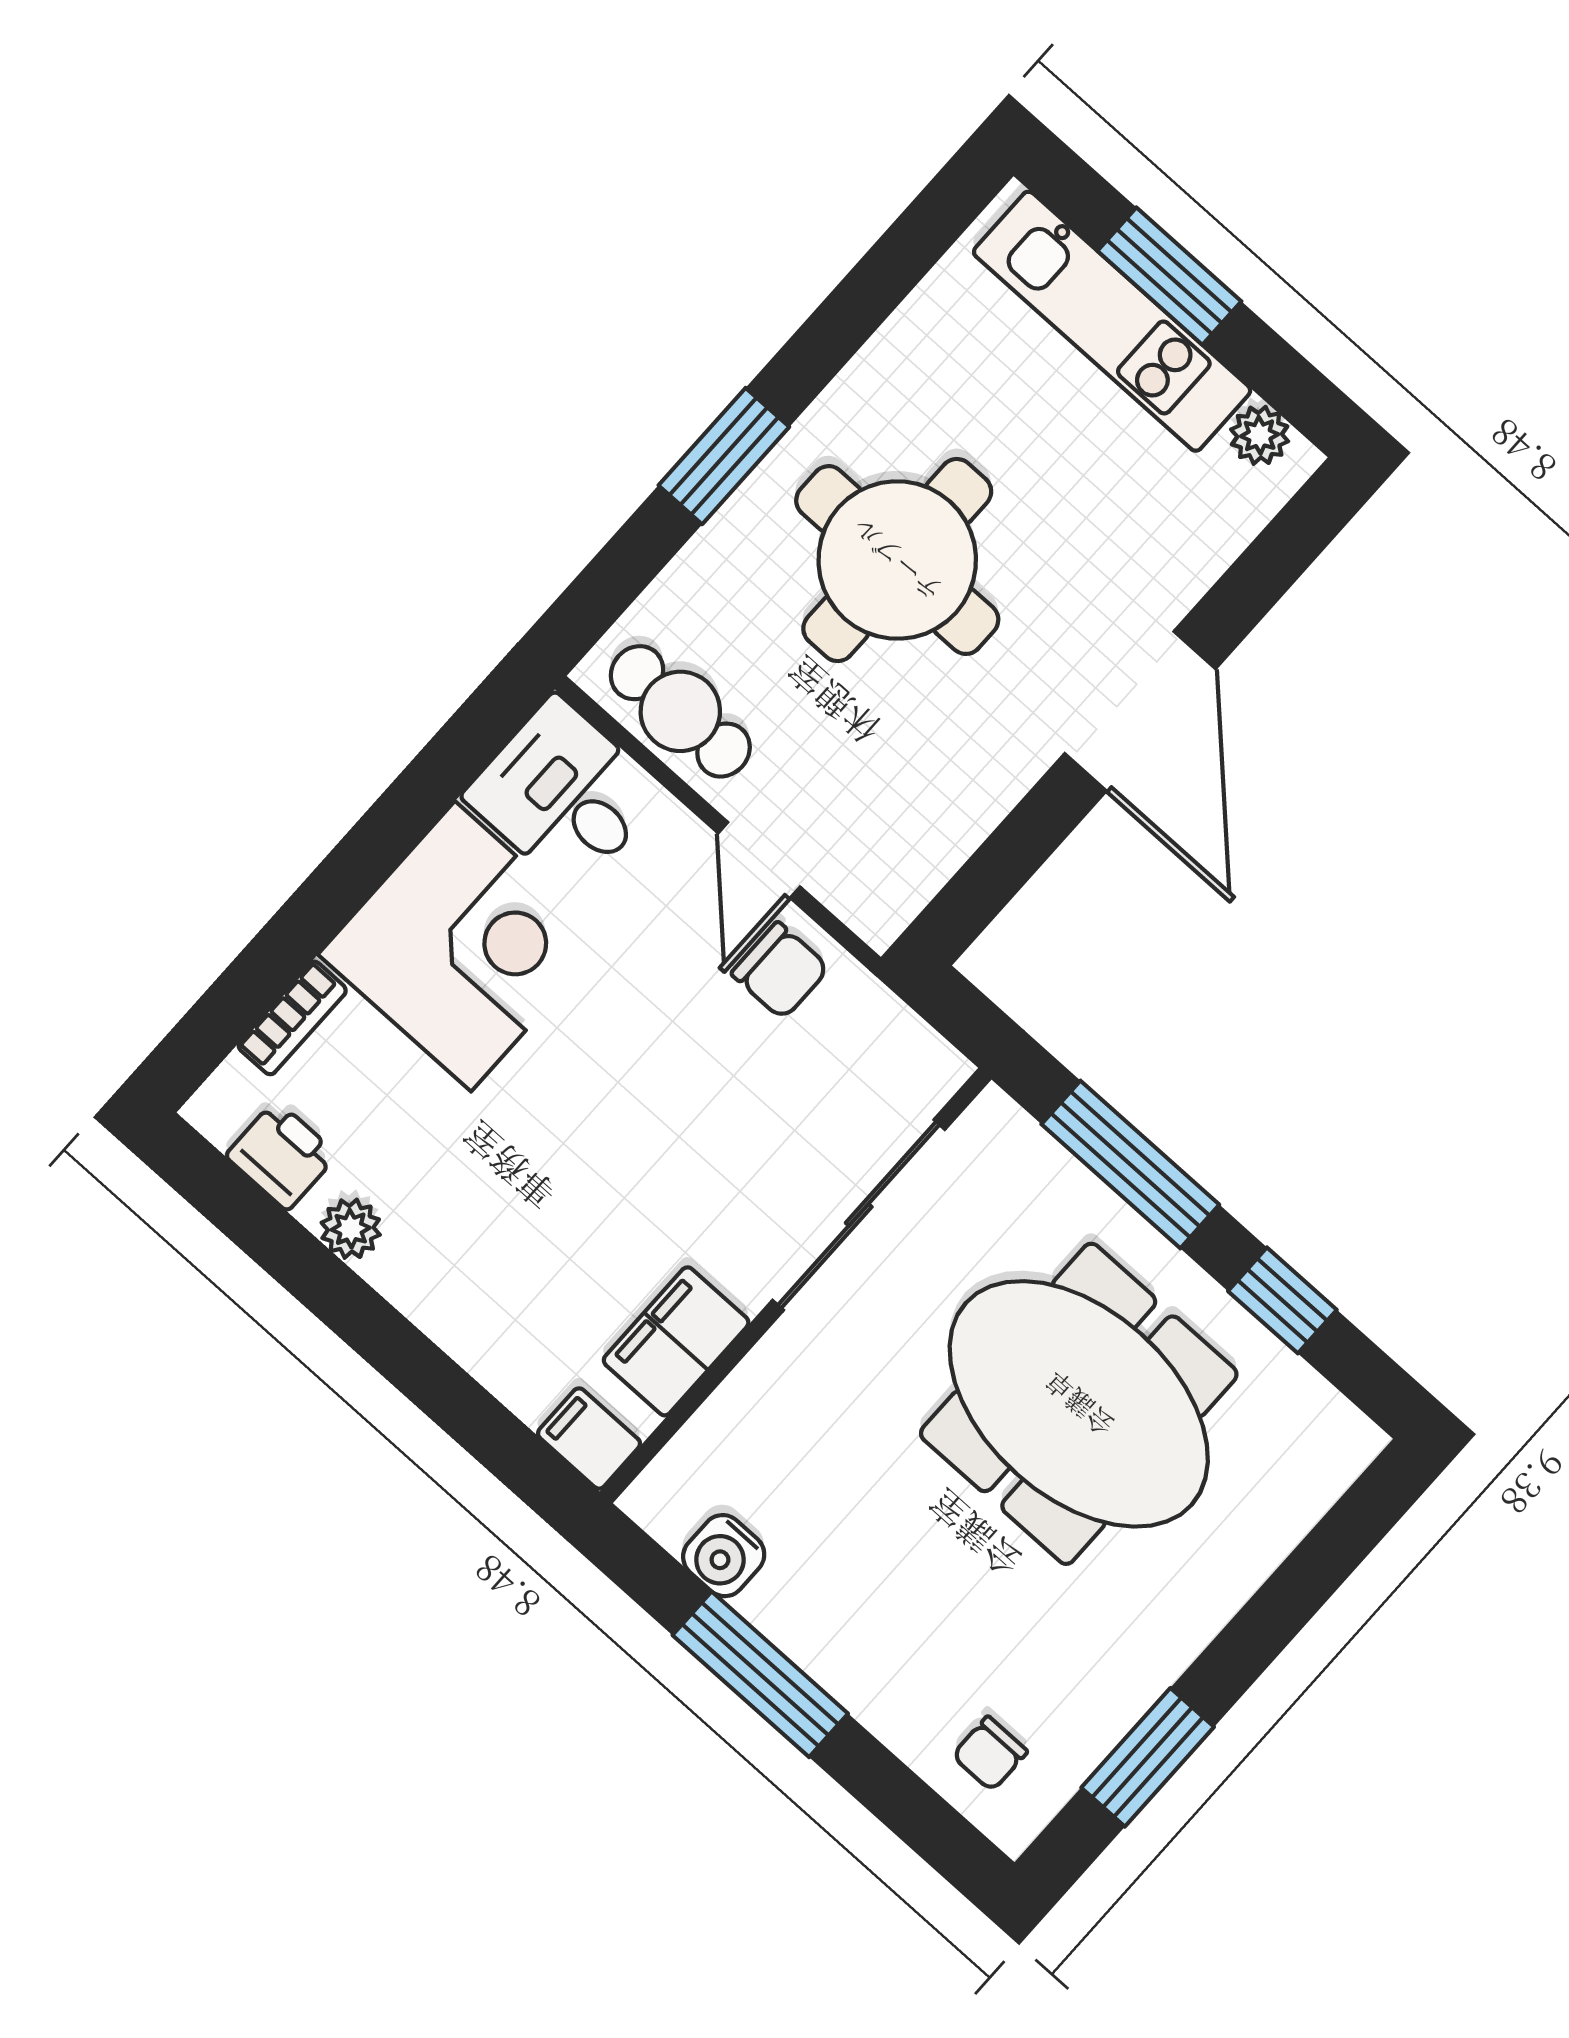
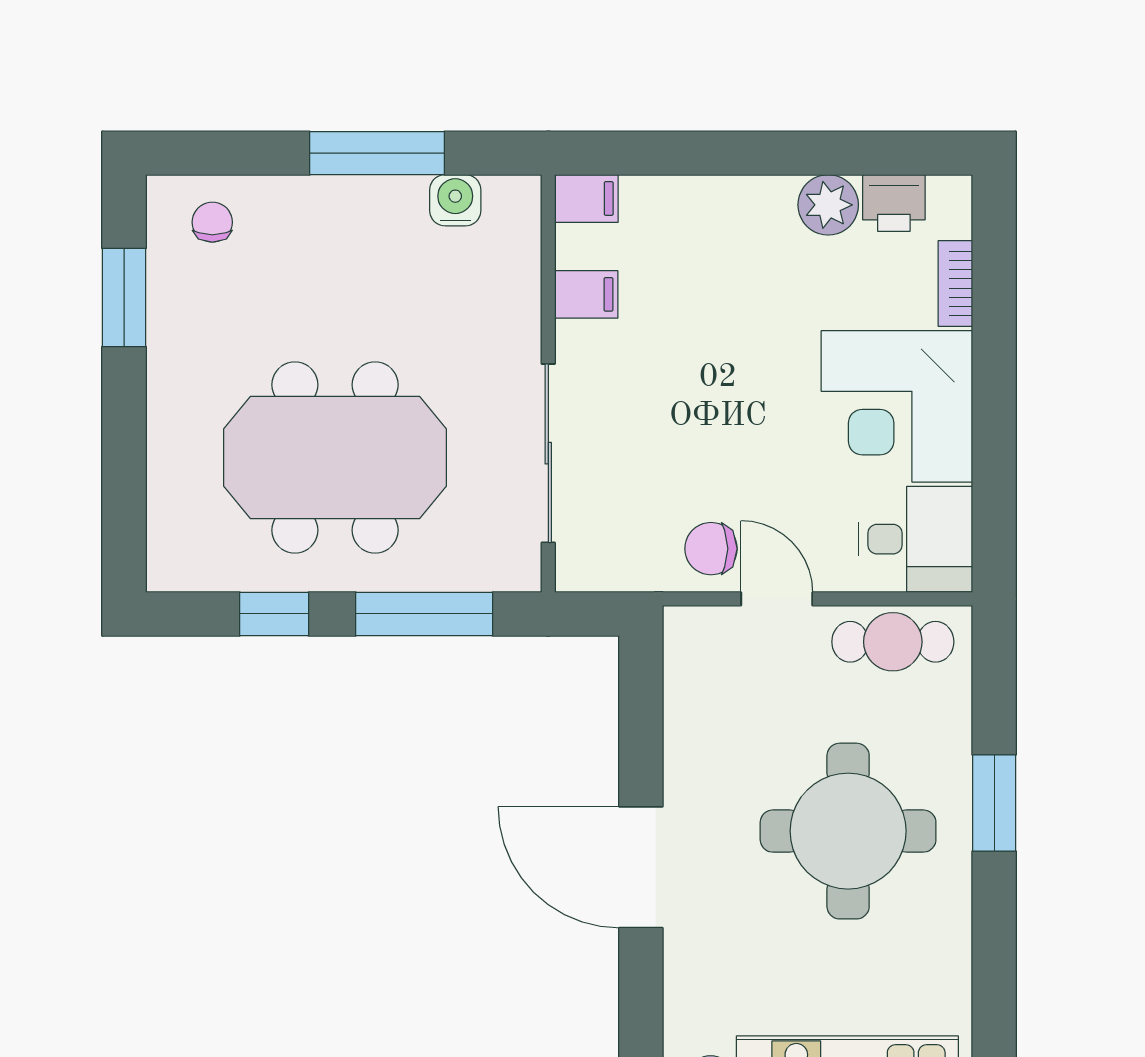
plant: (351, 1229) -> (828, 205), width x1.38, depth x1.38
filing cabinet: (676, 1341) -> (586, 294), width x0.50

